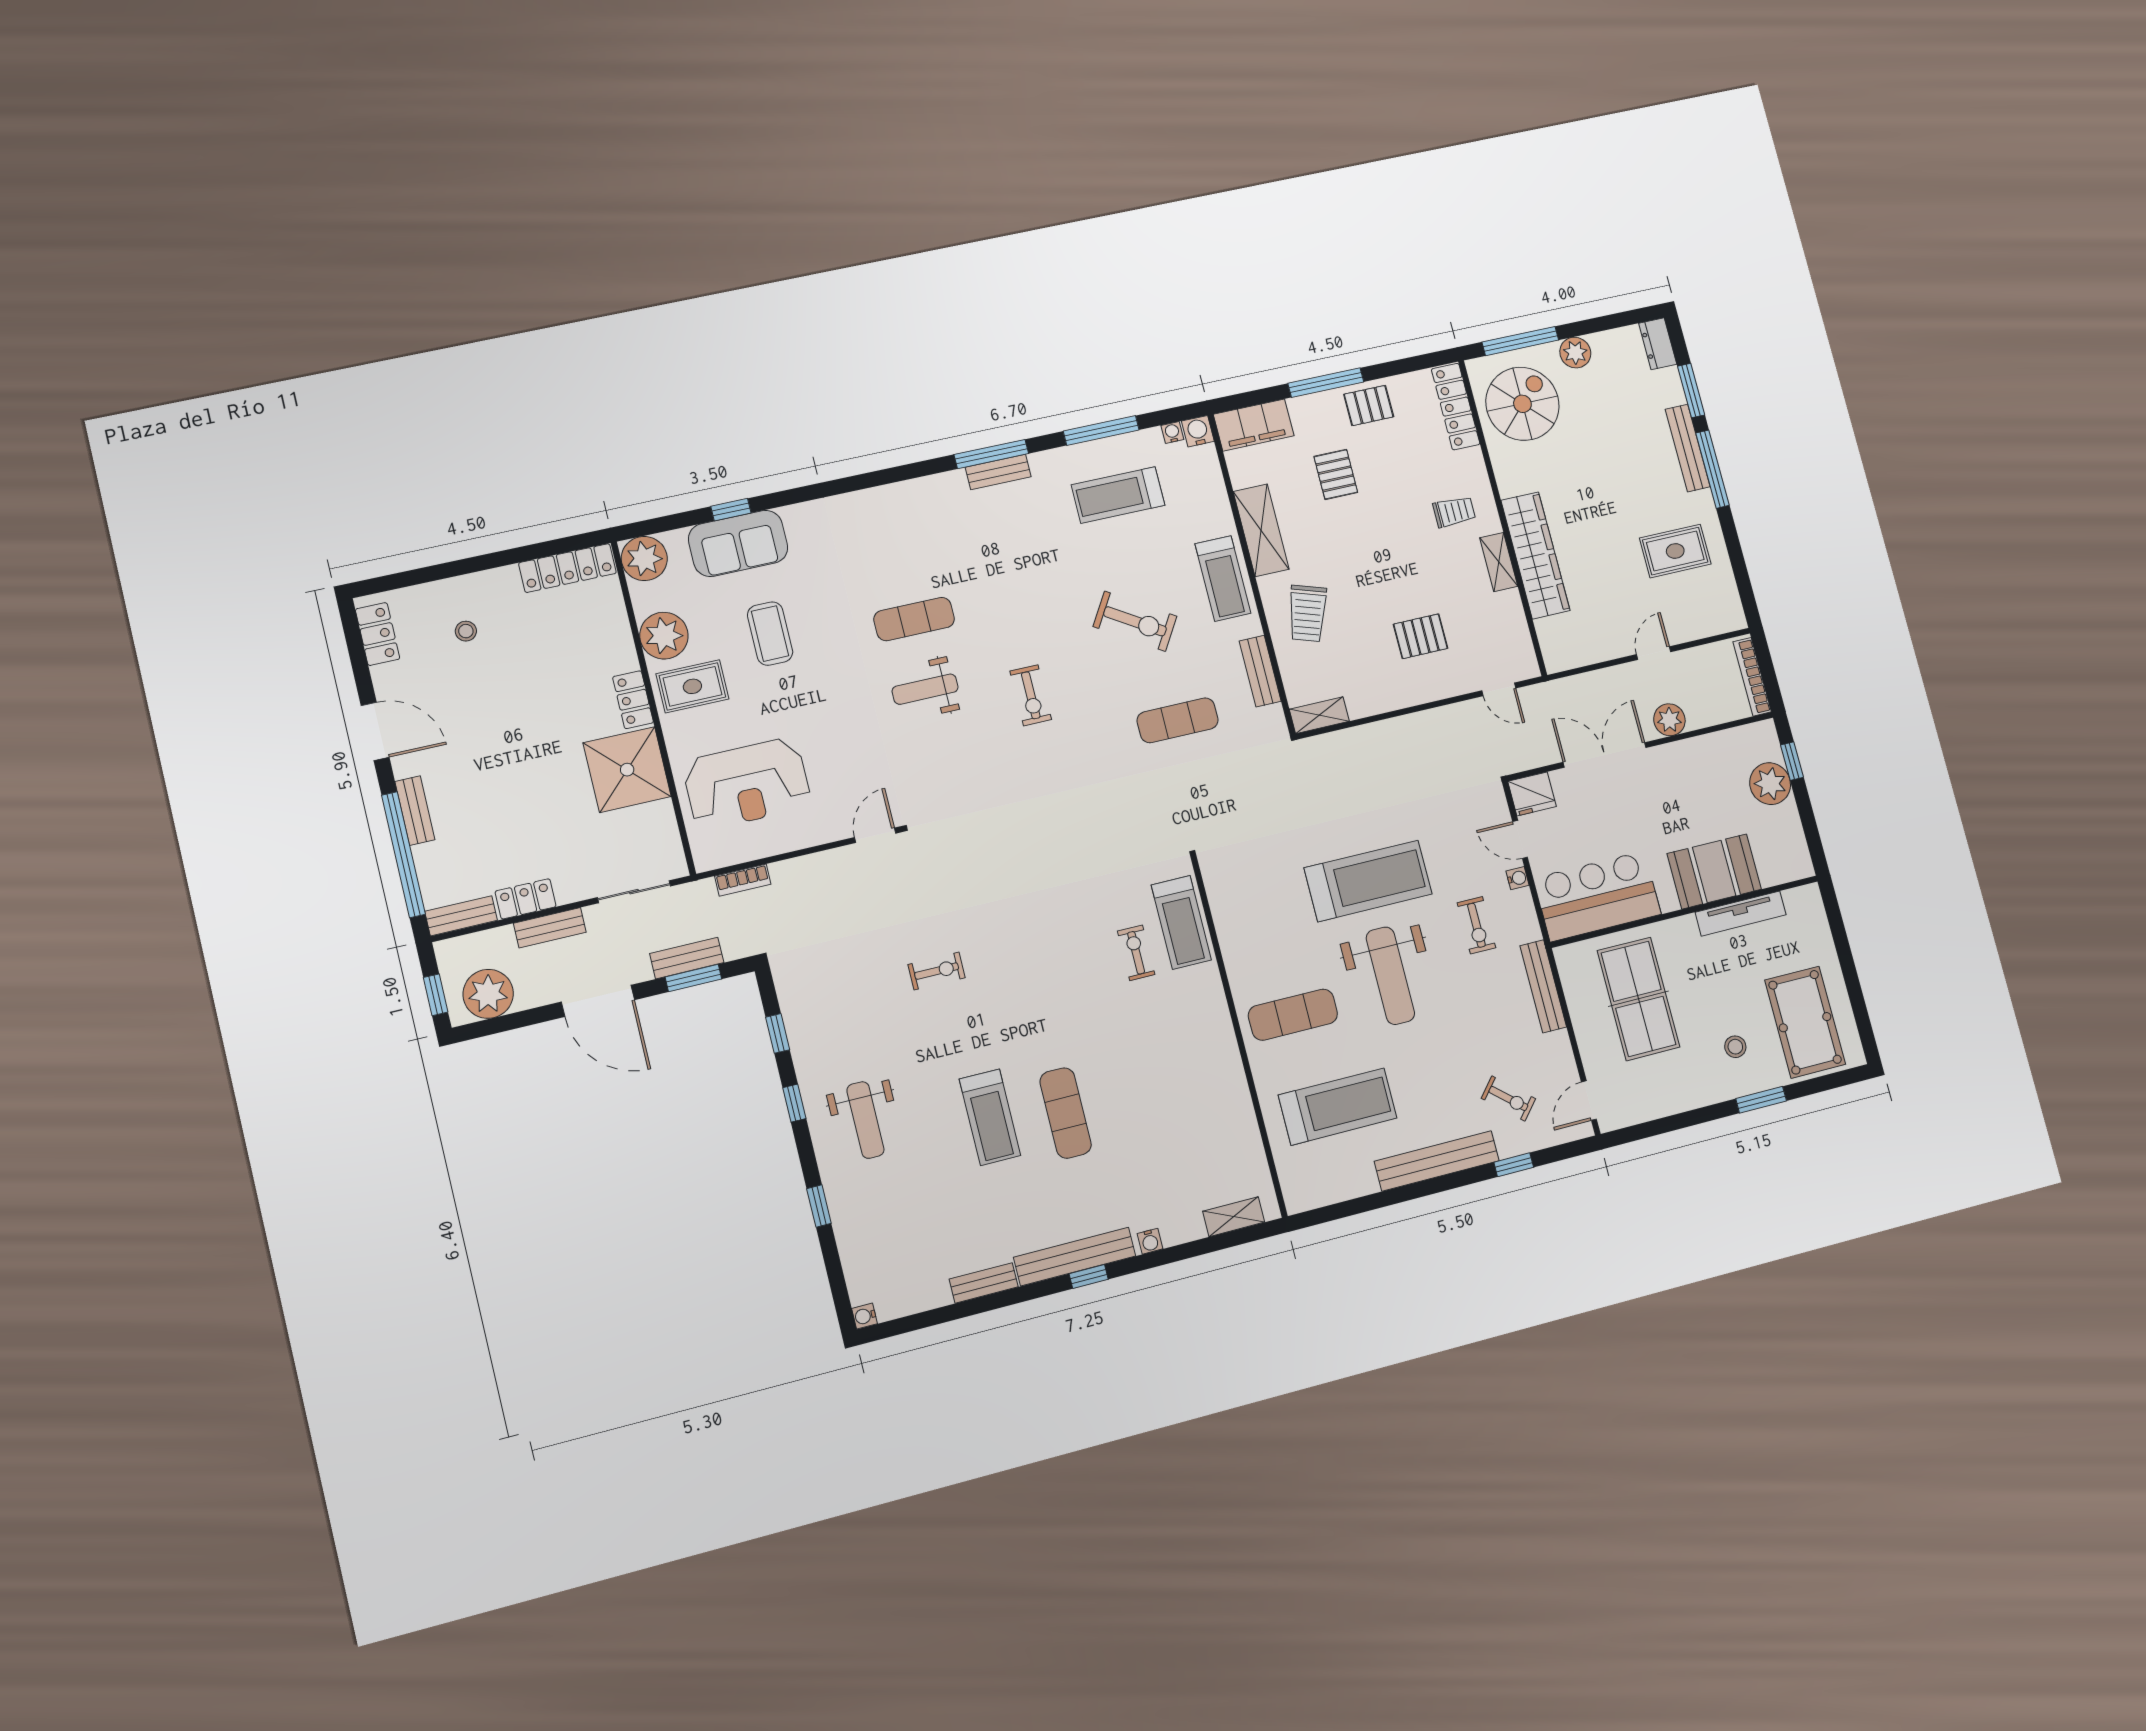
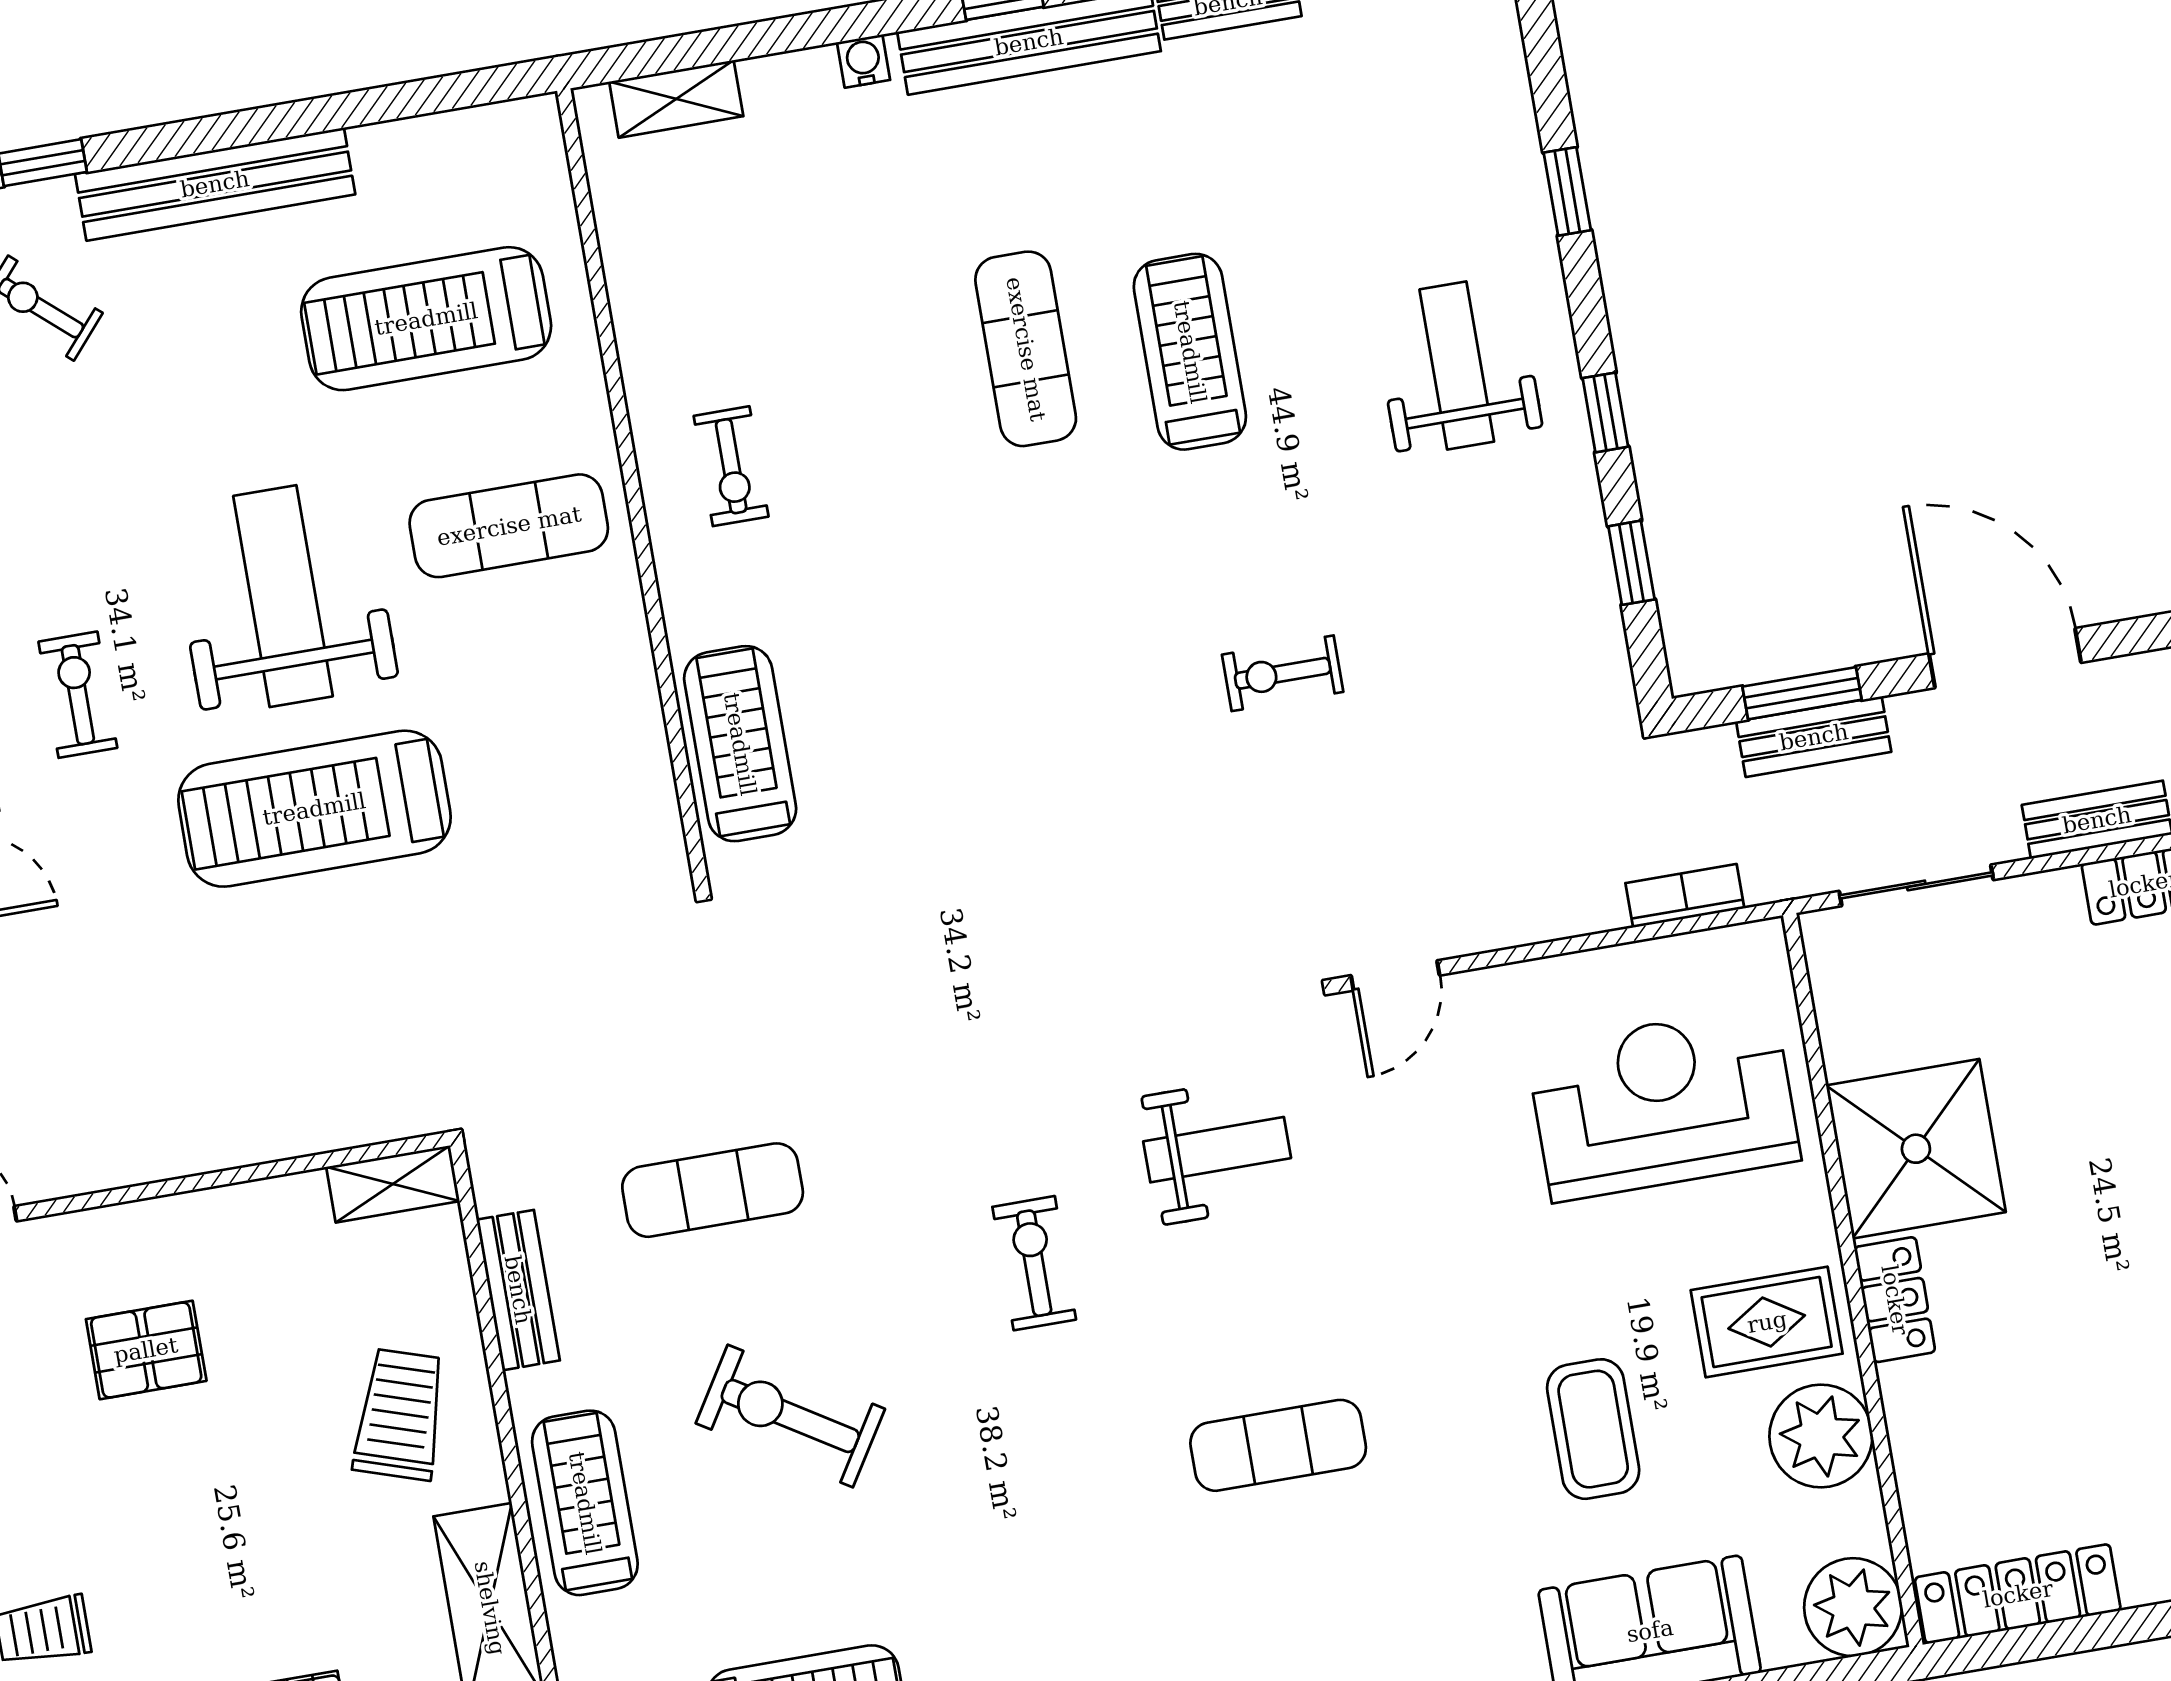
weight bench: (925, 689) -> (1217, 1150), moved
exercise bike: (1136, 953) -> (731, 466), moved

